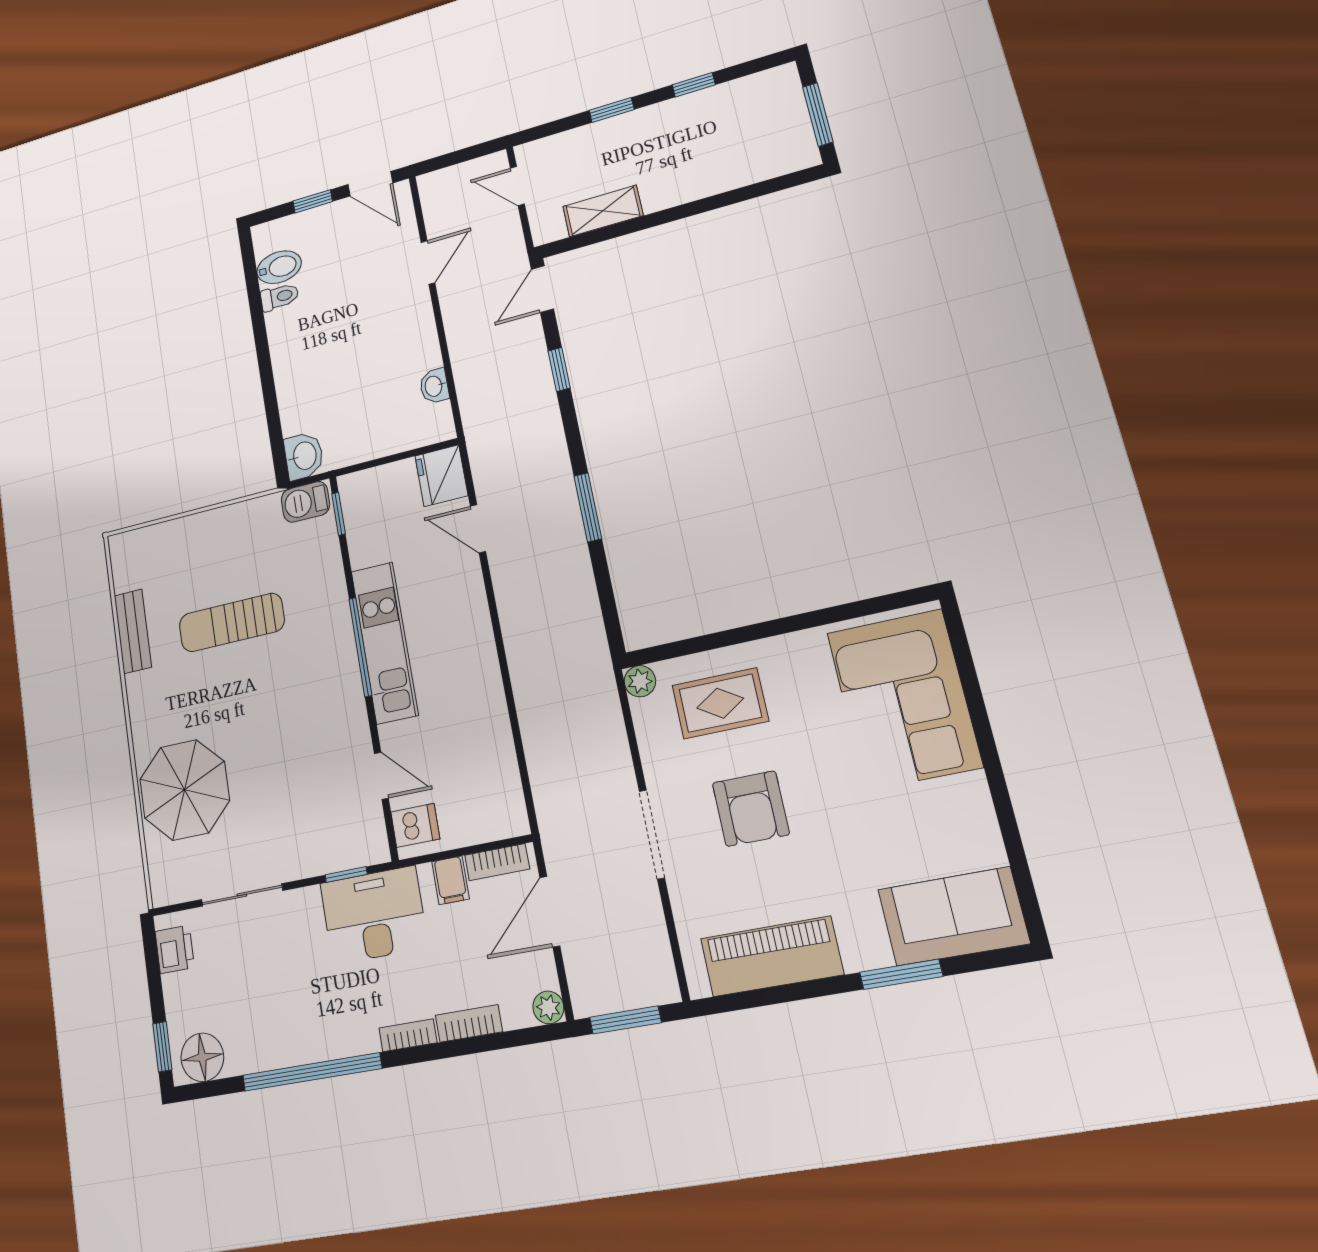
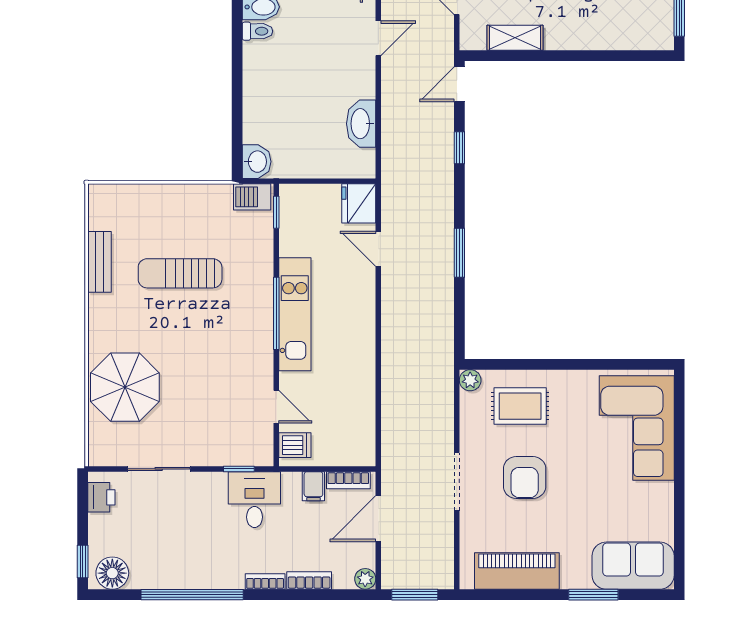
washbasin: (434, 386) -> (361, 124), width x1.91, depth x1.45
desk: (374, 915) -> (254, 500), width x0.73

